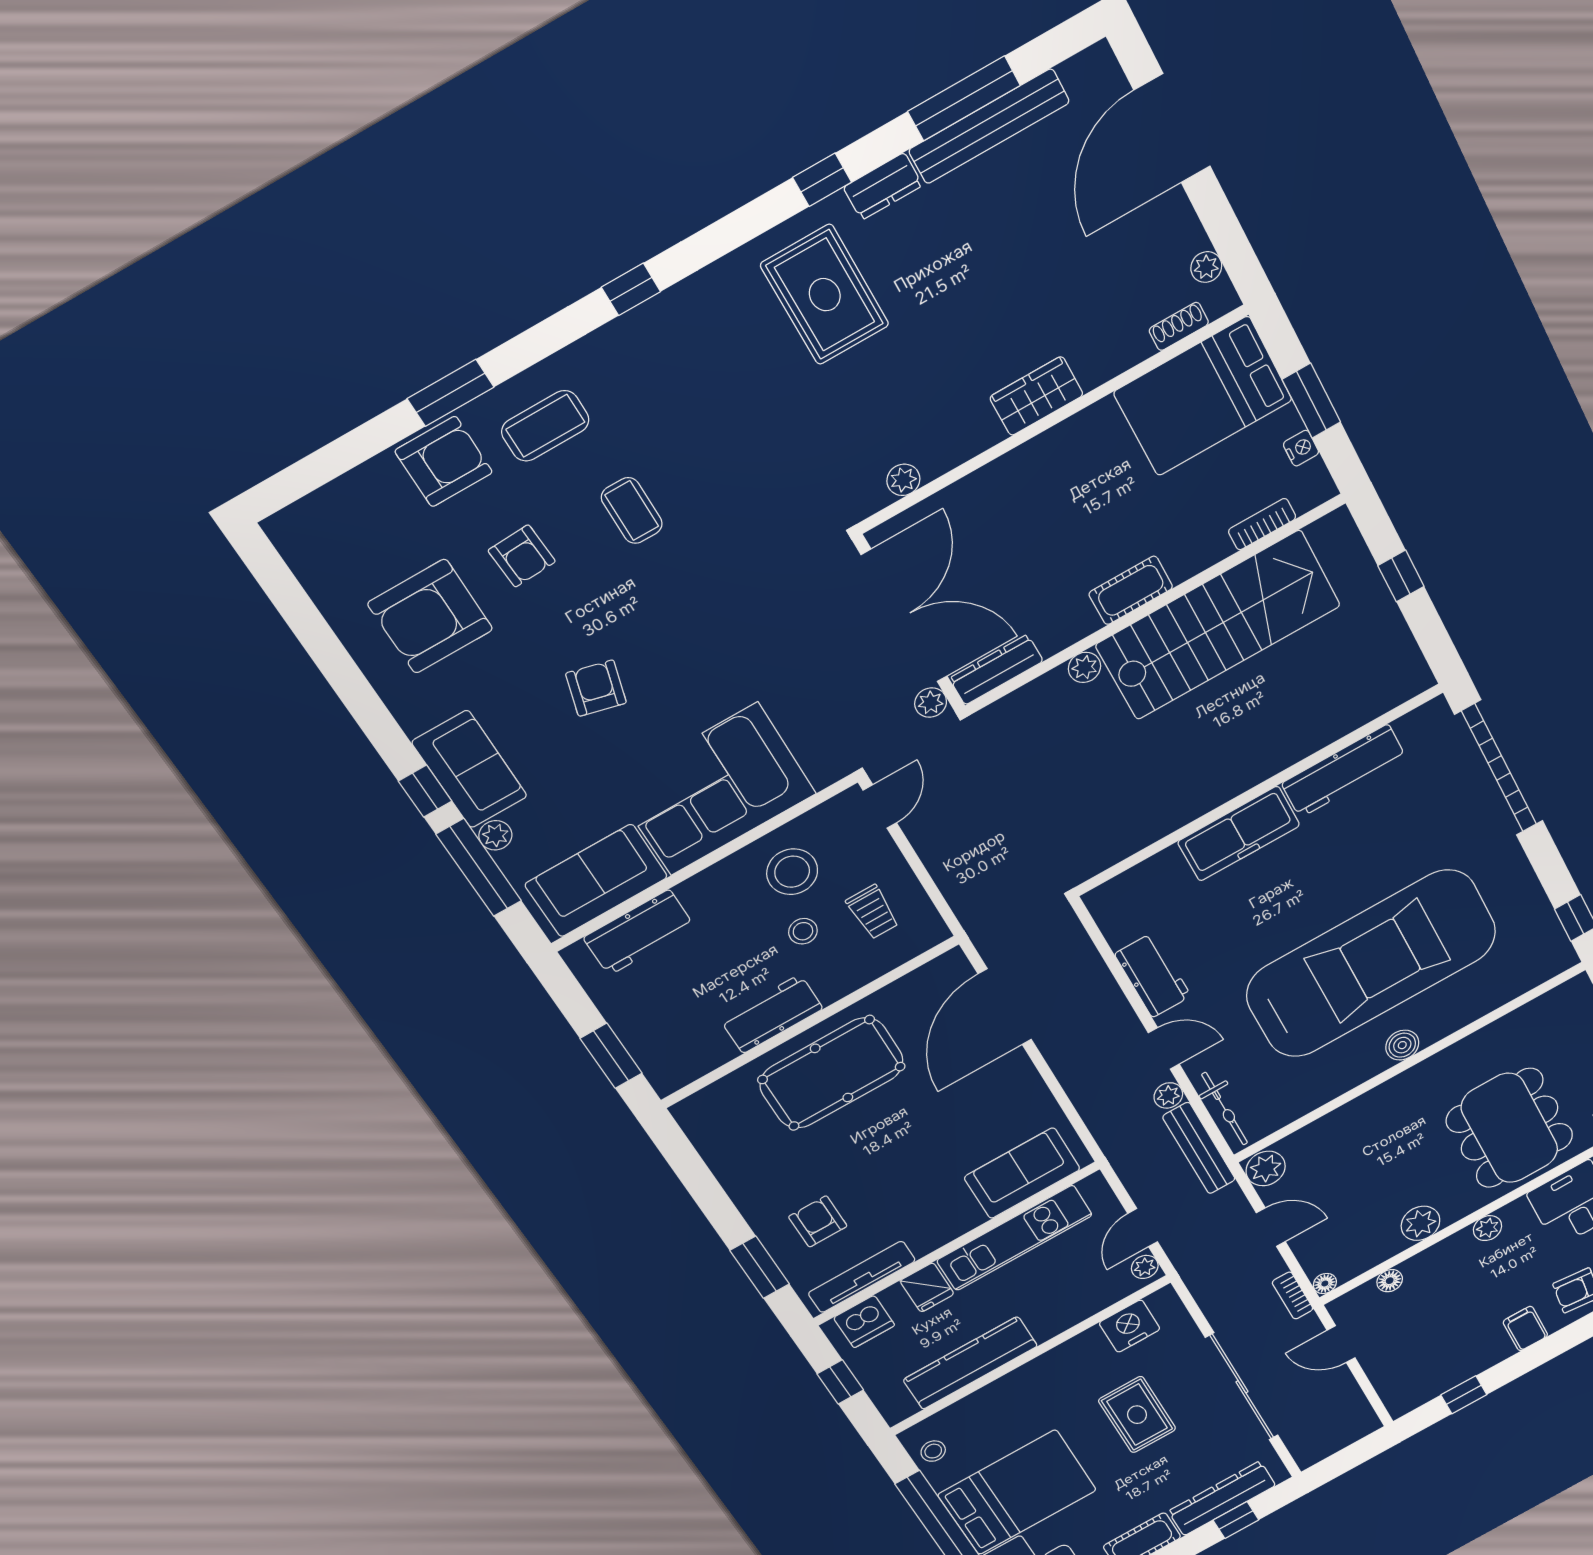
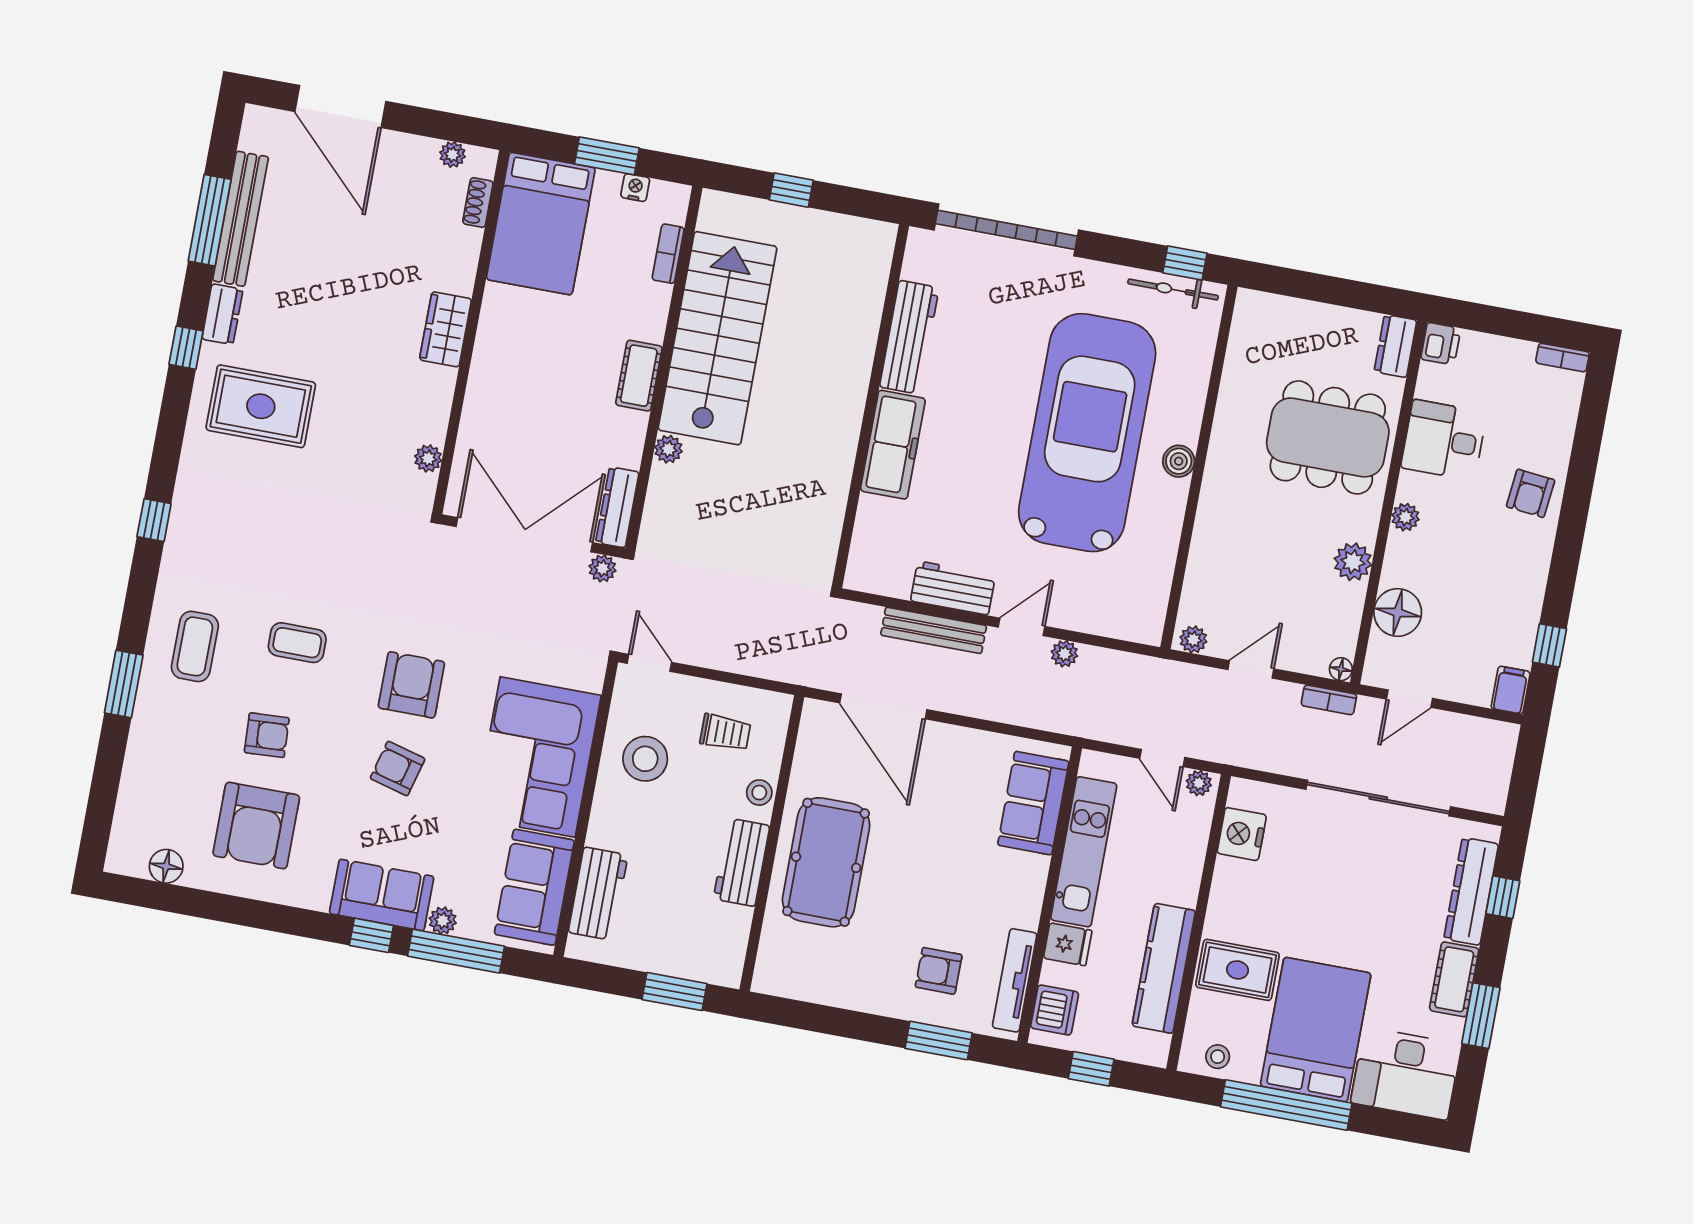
armchair: (444, 462) -> (411, 685), moved
floor lamp: (317, 572) -> (166, 866), added
stool: (803, 931) -> (759, 793), moved
bicycle: (1225, 1109) -> (1173, 290), moved, turned 180
bench: (1199, 1148) -> (934, 630), moved
plant: (1266, 1168) -> (1193, 639), width x0.73, depth x0.73
floor lamp: (1390, 1281) -> (1398, 612), width x1.89, depth x1.89
filing cabinet: (1525, 1329) -> (1511, 690), moved, turned 90
rug: (1137, 1415) -> (1237, 970), moved

